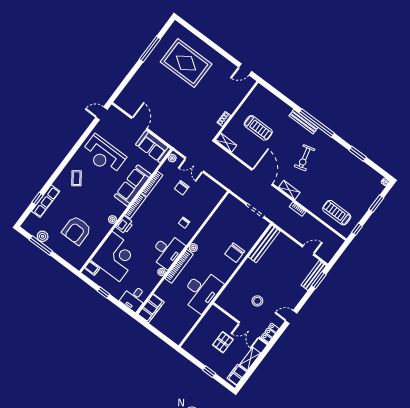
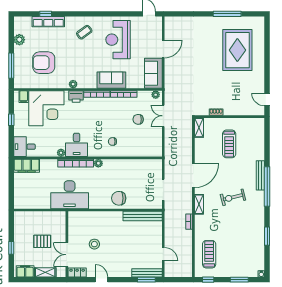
sofa: (133, 186) -> (111, 80), width x0.73
window: (41, 245) -> (11, 66), moved
desk: (167, 251) -> (77, 145), width x0.73

